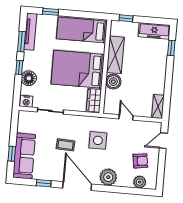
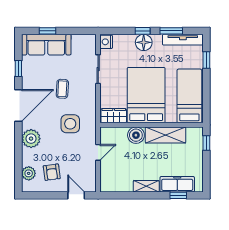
freezer: (154, 31) -> (177, 184), moved, turned 90
floor lamp: (29, 78) -> (144, 42), moved
shelving: (158, 106) -> (146, 186), moved

